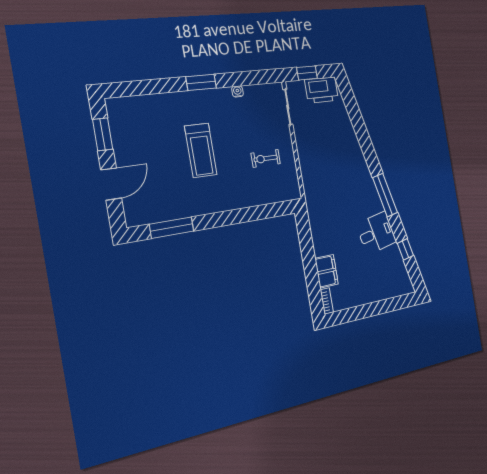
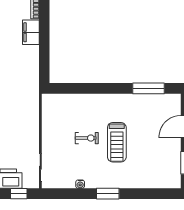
treadmill: (201, 150) -> (117, 142), turned 180
exercise bike: (266, 158) -> (87, 138), moved

